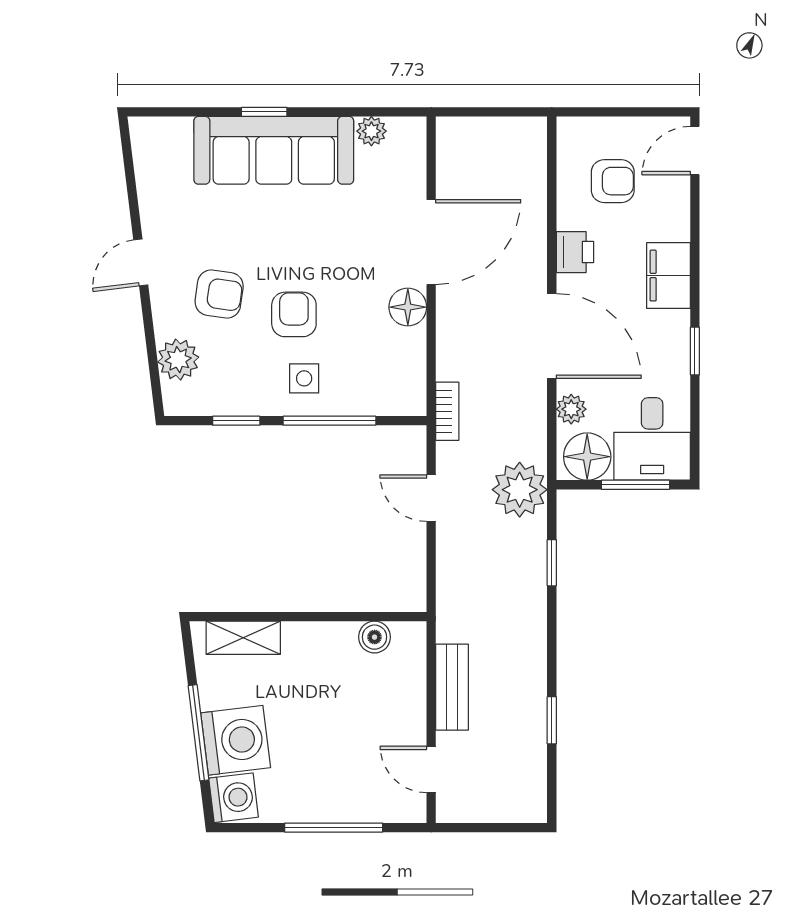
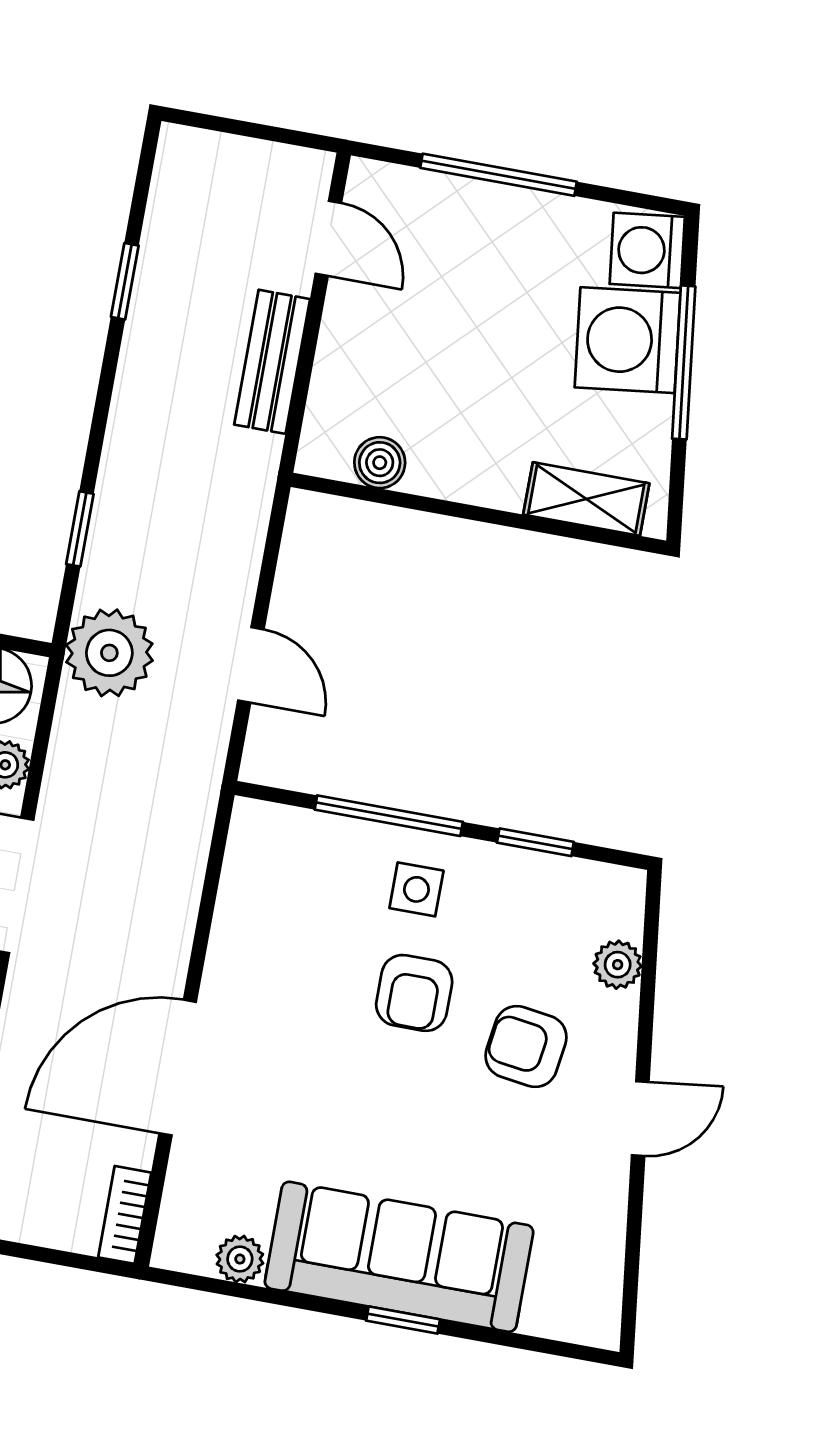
floor lamp: (408, 307) -> (233, 972), removed
plant: (178, 360) -> (618, 965), width x0.73, depth x0.73
bookcase: (447, 411) -> (125, 1215), moved

